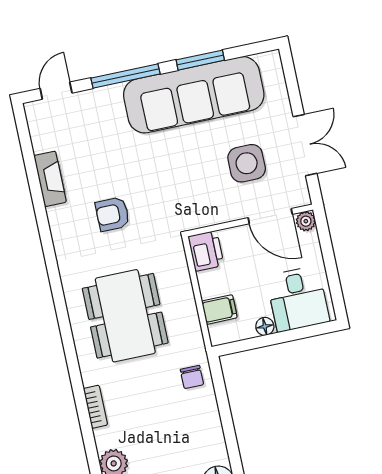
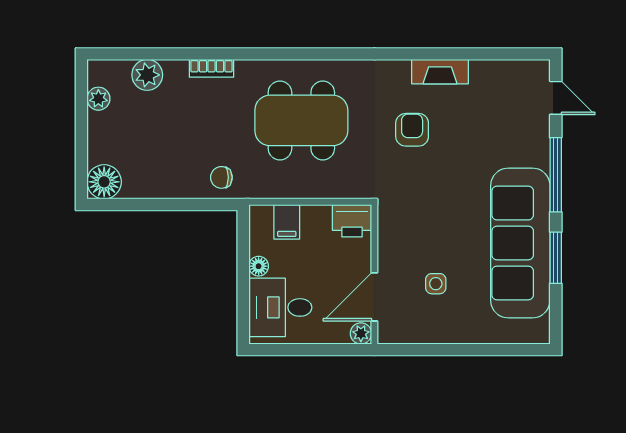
double door: (305, 145) -> (442, 350), removed
side table: (247, 163) -> (436, 284), width x0.54, depth x0.54
fireplace: (50, 179) -> (440, 72), moved

